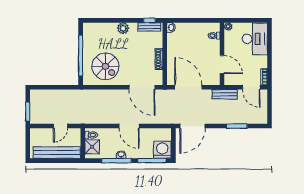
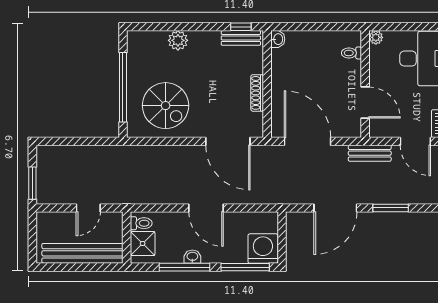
plant: (123, 28) -> (178, 40), moved
door: (192, 126) -> (335, 208), moved

